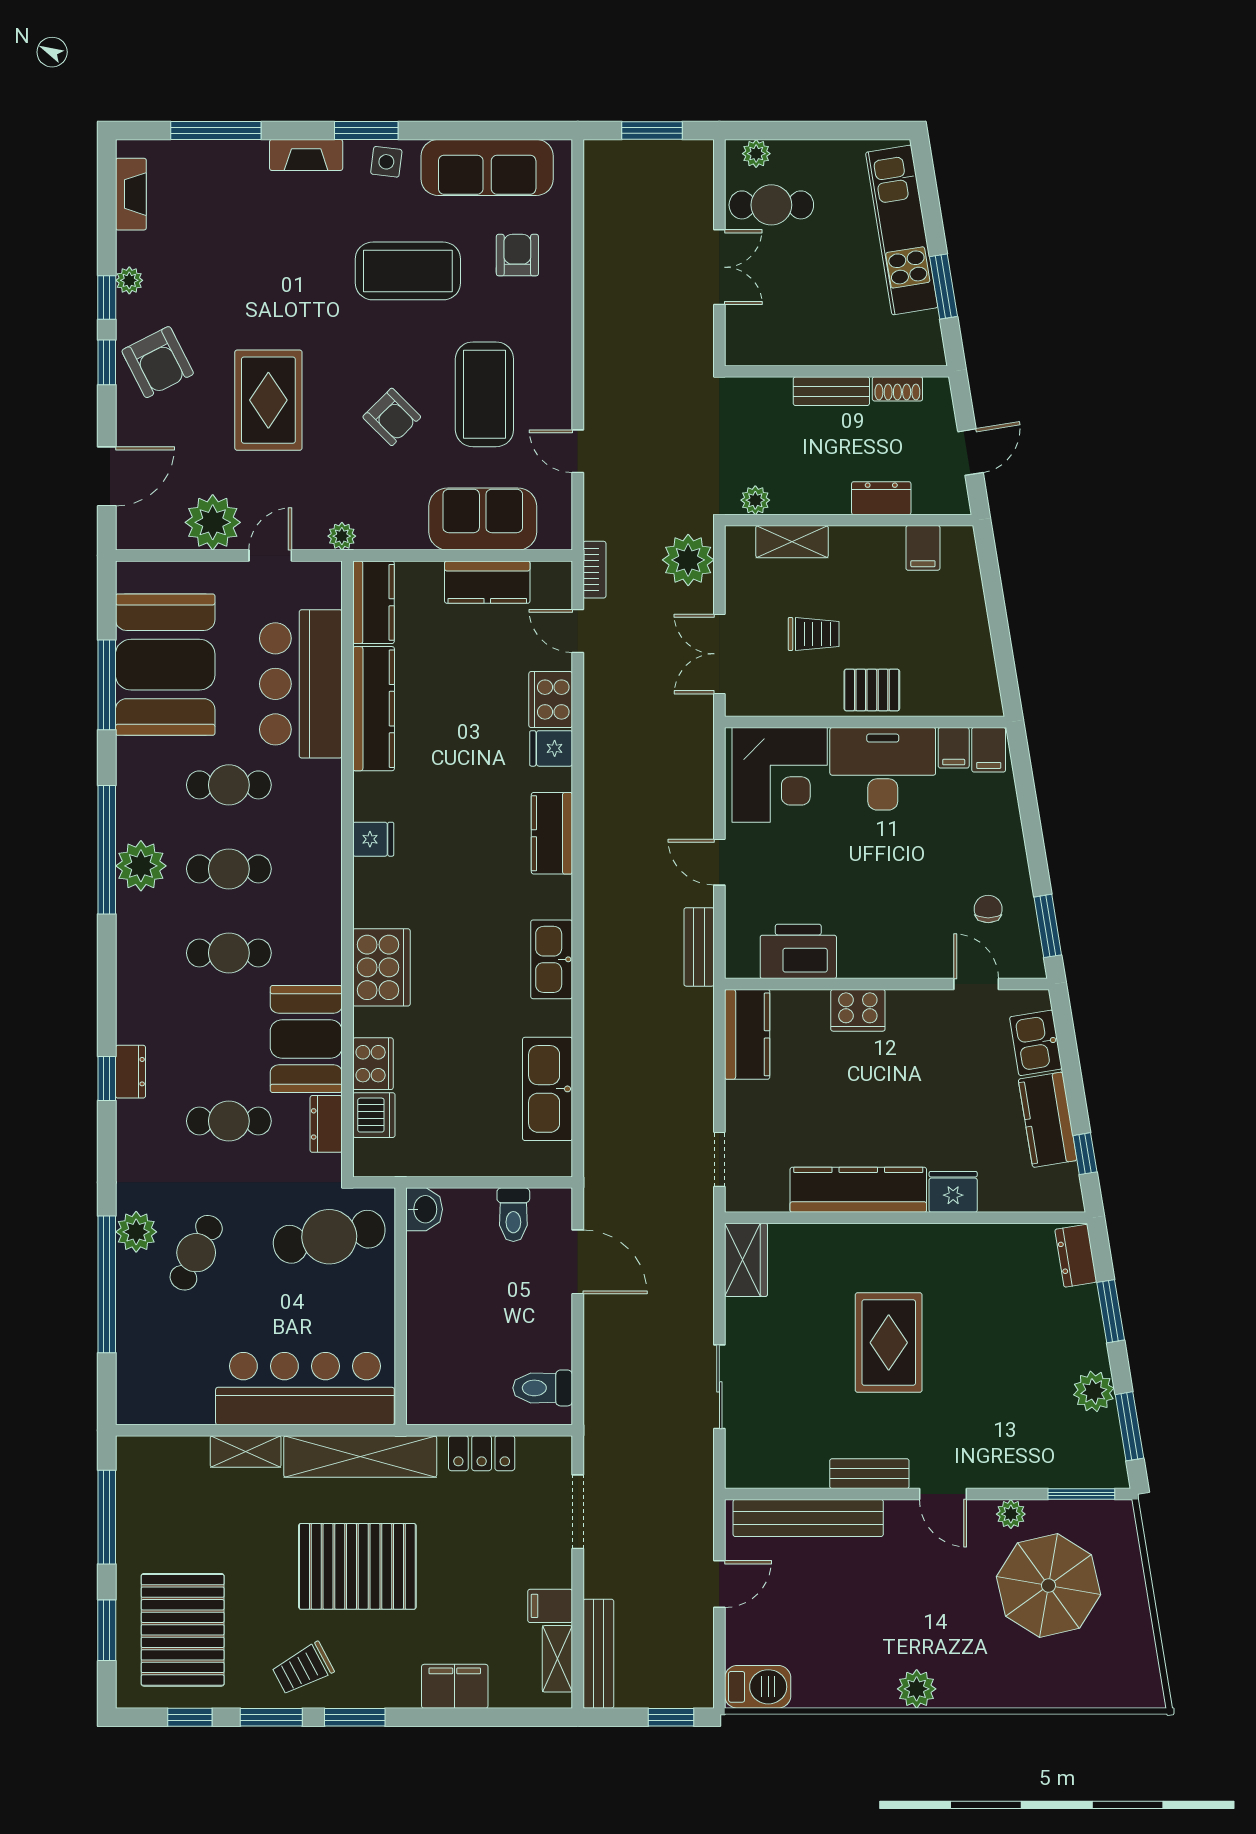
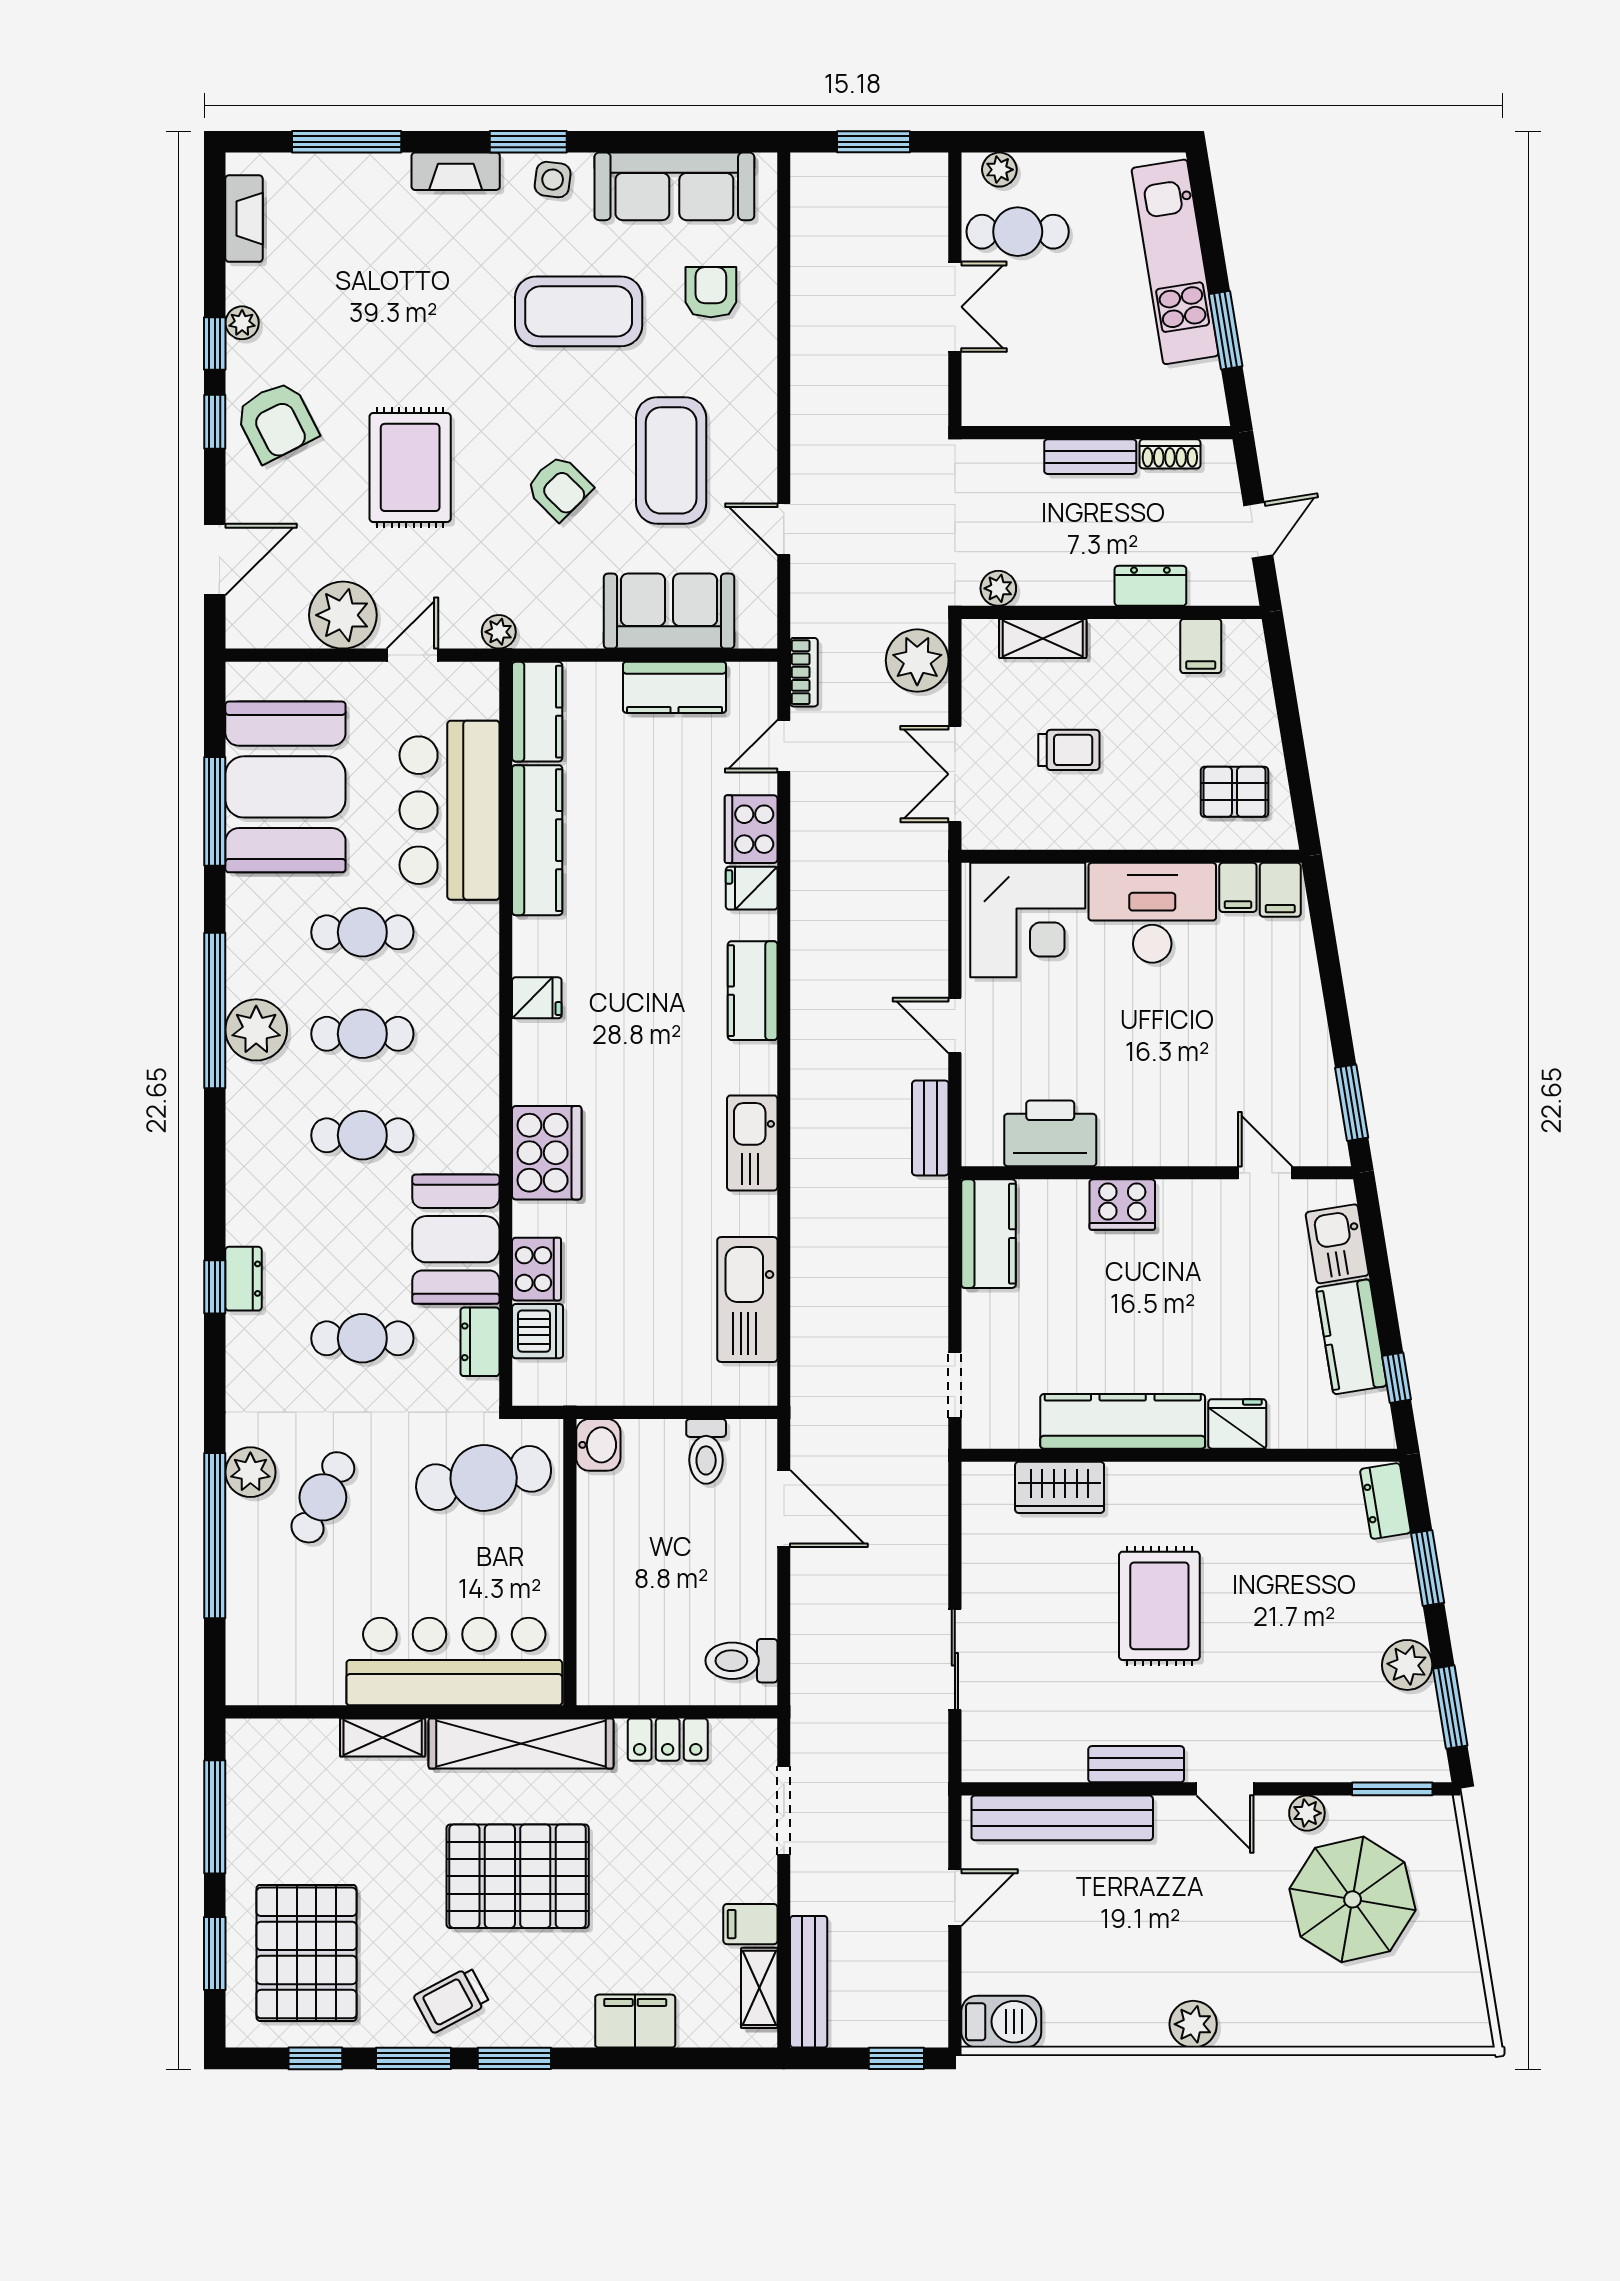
door: (578, 631) -> (784, 746), hinge flipped
pallet: (872, 690) -> (1234, 792), moved
chair: (988, 909) -> (1280, 1082), removed
wardrobe: (746, 1260) -> (1060, 1487), moved, turned 90

